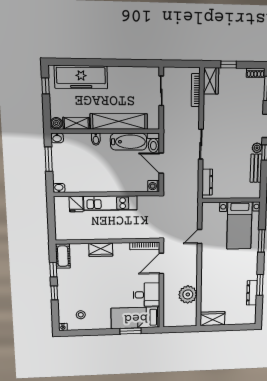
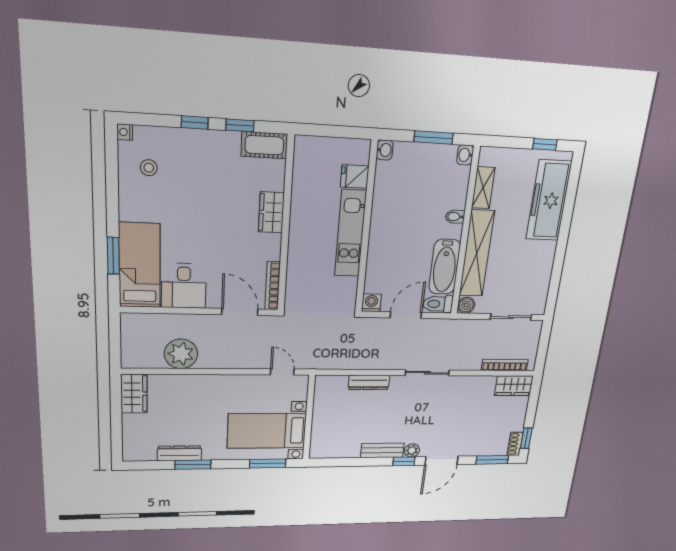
window: (229, 64) -> (526, 438), moved
boiler: (56, 123) -> (466, 305), moved
wall: (231, 200) -> (309, 418), moved
bed with nightstands: (239, 226) -> (267, 431), moved

